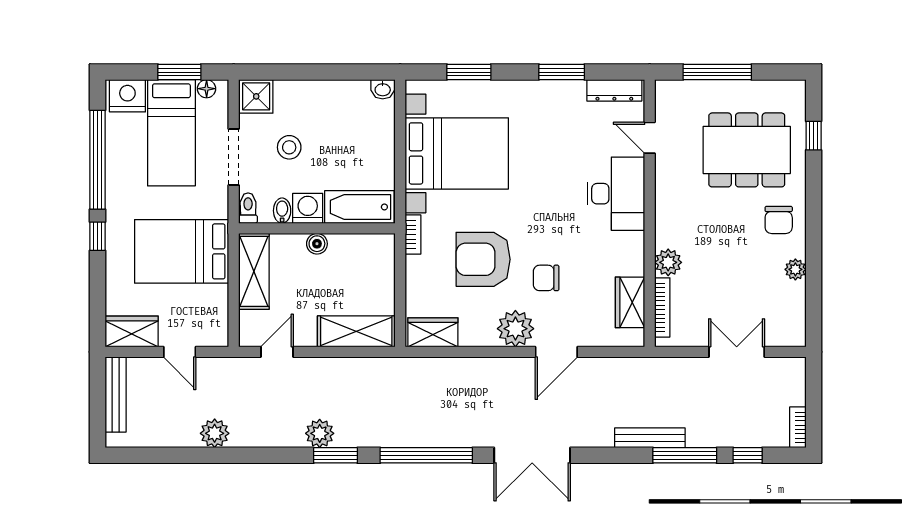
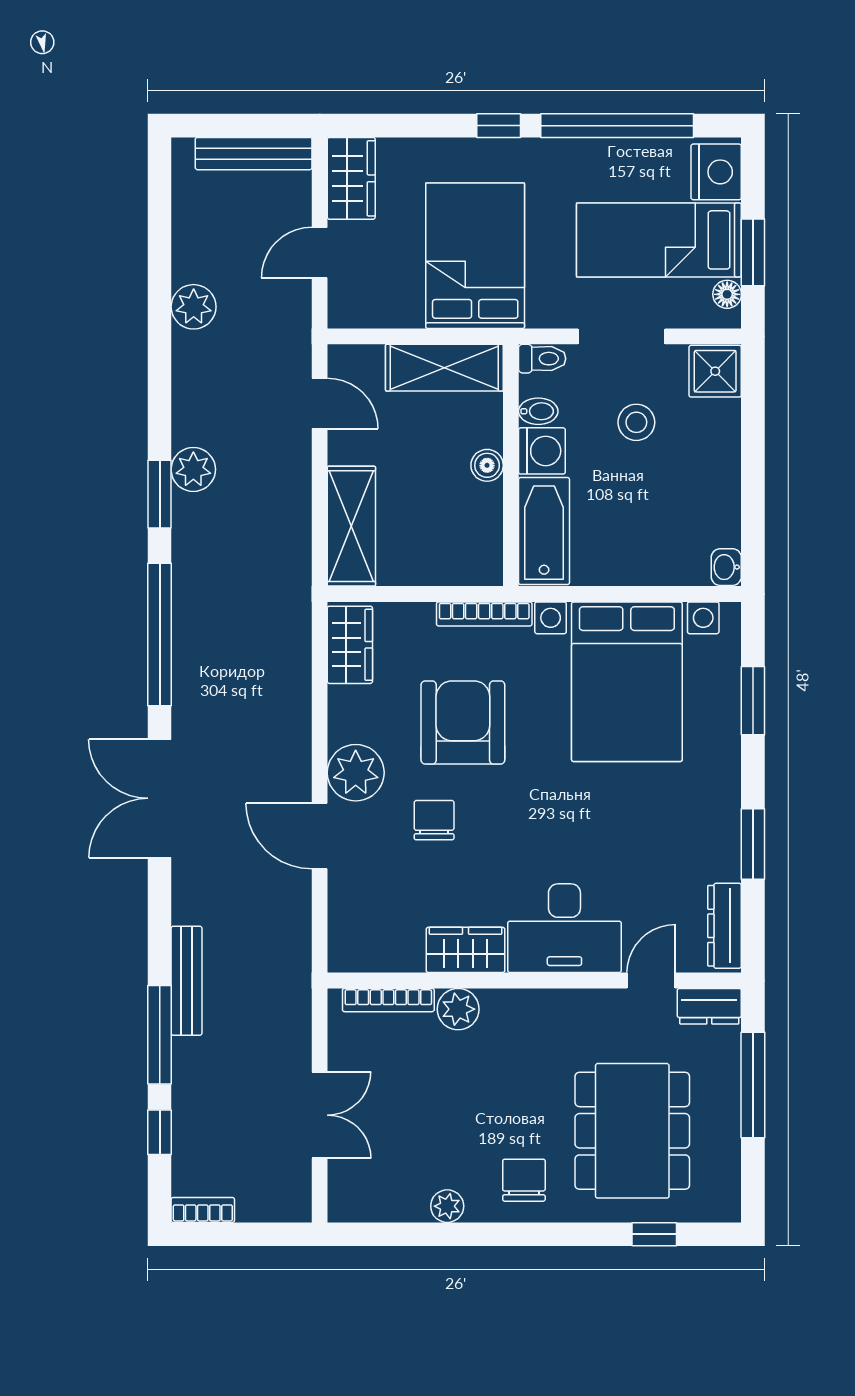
dresser: (666, 100) -> (709, 1006), added
chair: (779, 220) -> (524, 1180), turned 90
bookcase: (413, 234) -> (484, 614), width x1.56
wardrobe: (630, 302) -> (466, 950), moved

